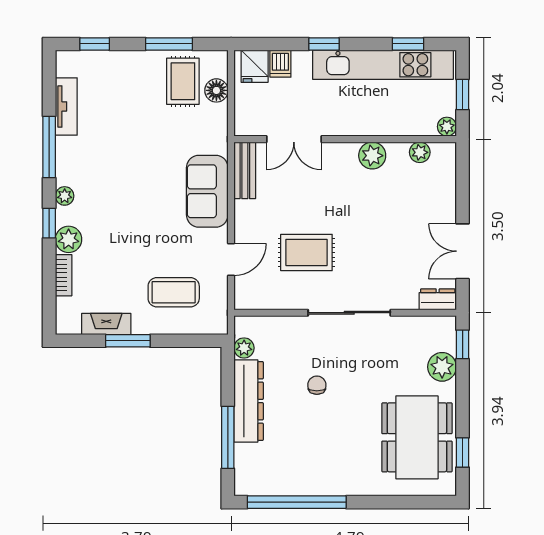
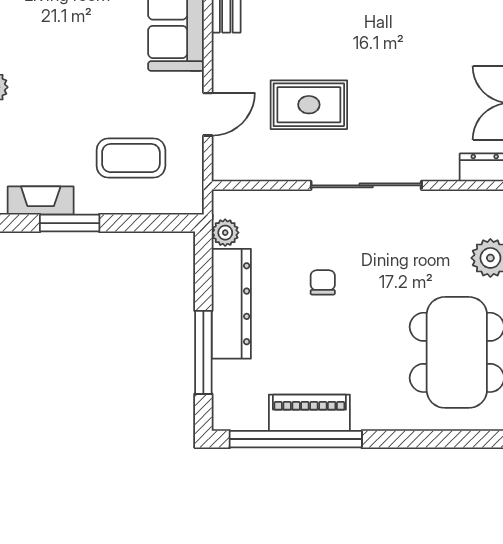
piano: (307, 482) -> (309, 413), added

